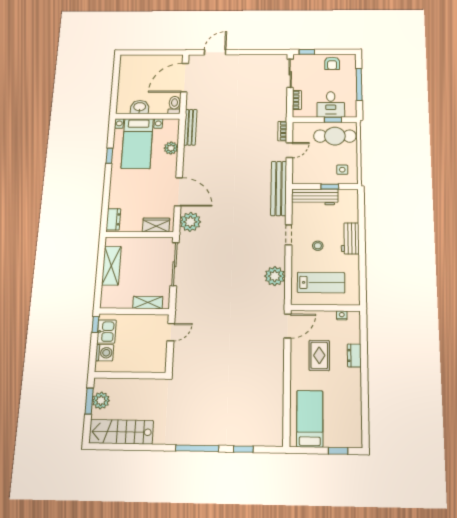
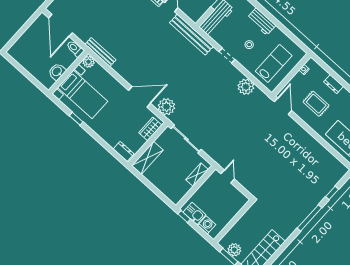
plant: (171, 148) -> (89, 62), moved
shelving: (111, 266) -> (147, 158), moved, turned 90

